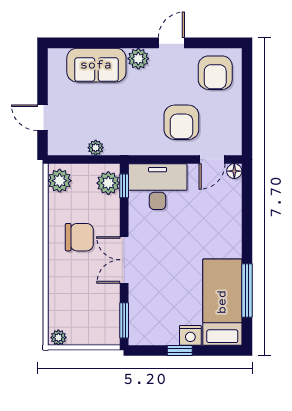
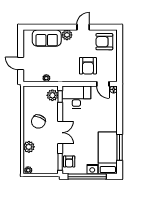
armchair: (215, 73) -> (104, 42), turned 90
door: (212, 160) -> (103, 84), hinge flipped
plant: (60, 181) -> (29, 147), moved
chair: (79, 237) -> (38, 121), turned 113
double door: (124, 260) -> (60, 133), swing flipped
armchair: (143, 320) -> (69, 162), added
window: (180, 350) -> (87, 177), width x3.17

